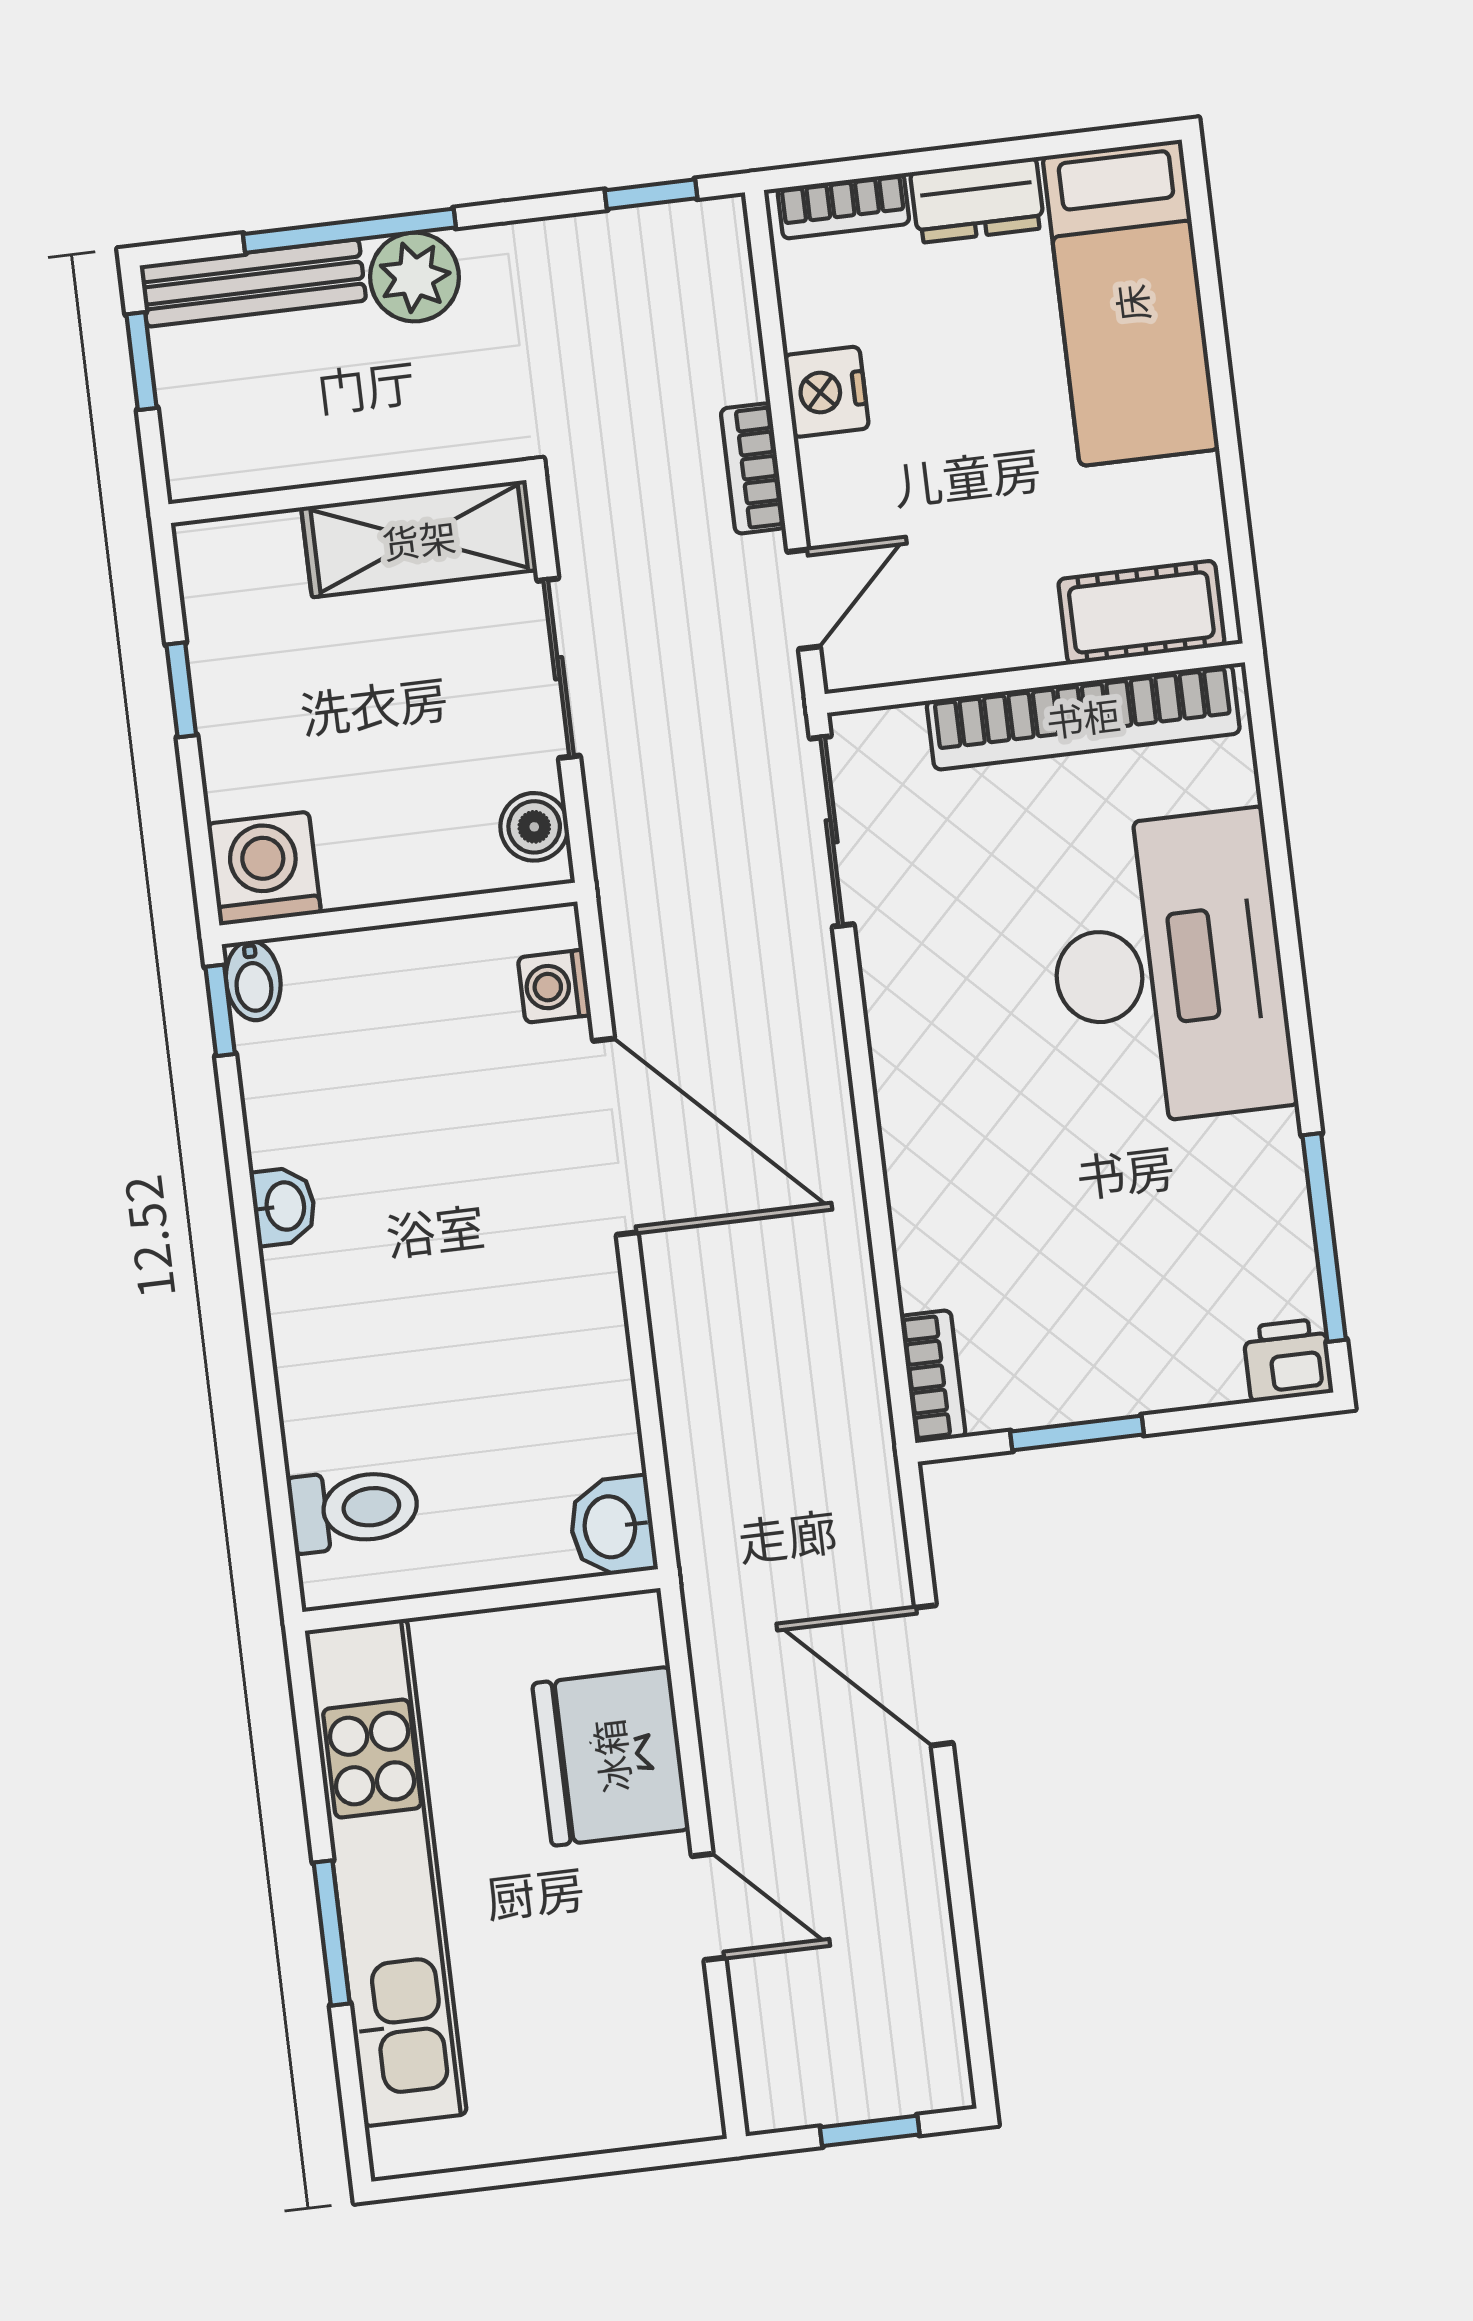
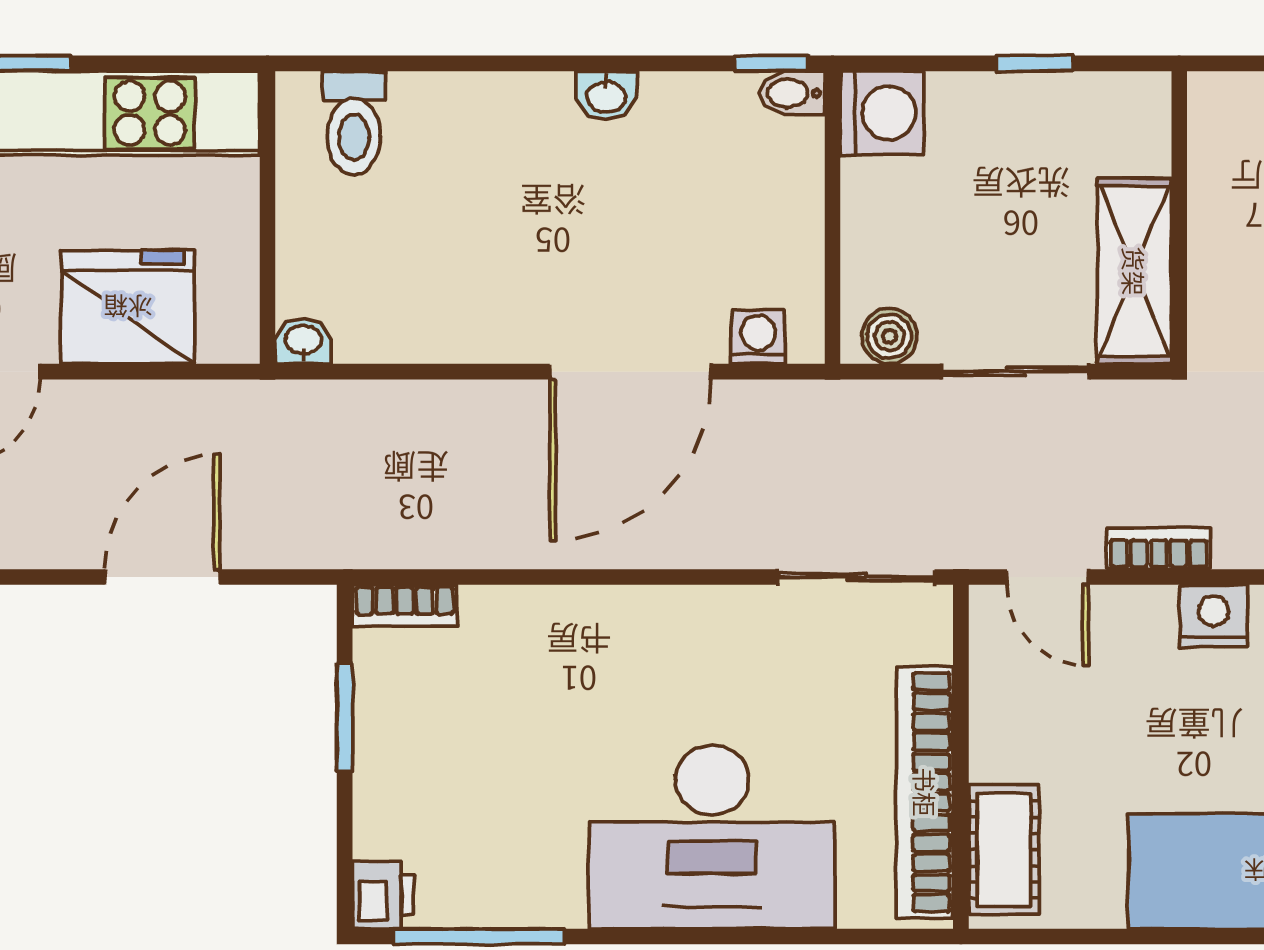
washbasin: (612, 1527) -> (303, 341), width x0.72, depth x0.69

